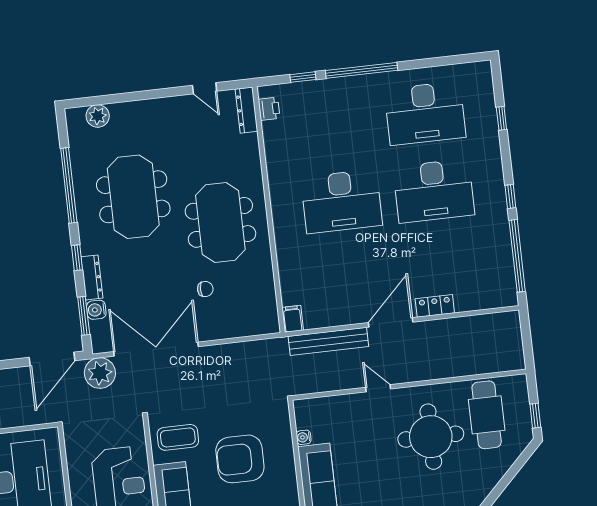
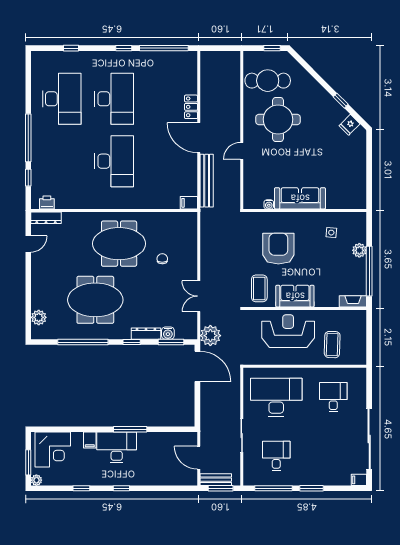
double door: (156, 349) -> (199, 296), width x0.54
armchair: (240, 459) -> (278, 249), turned 180

